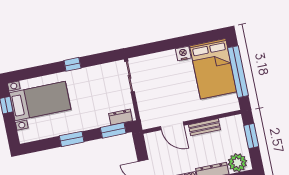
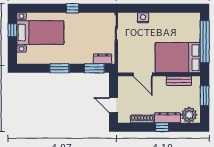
nightstand: (183, 53) -> (143, 18), moved
bed: (213, 69) -> (178, 58), moved, turned 90
bench: (204, 127) -> (179, 81), moved

